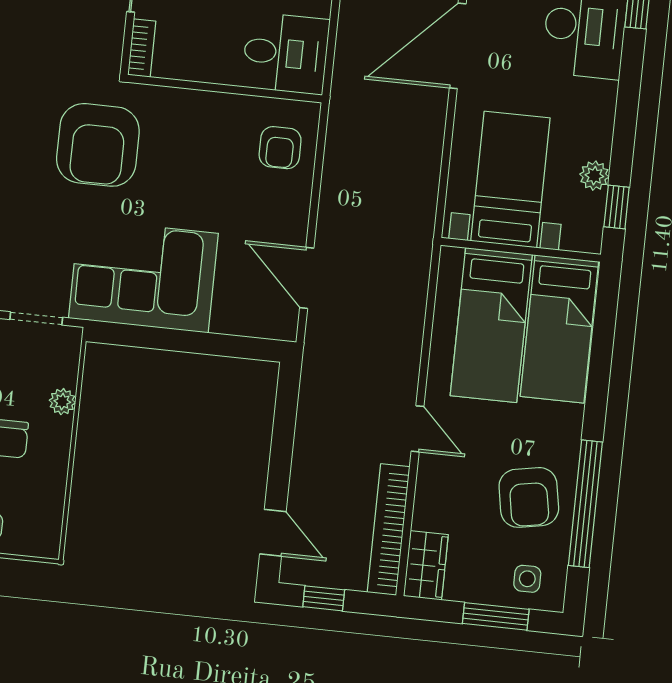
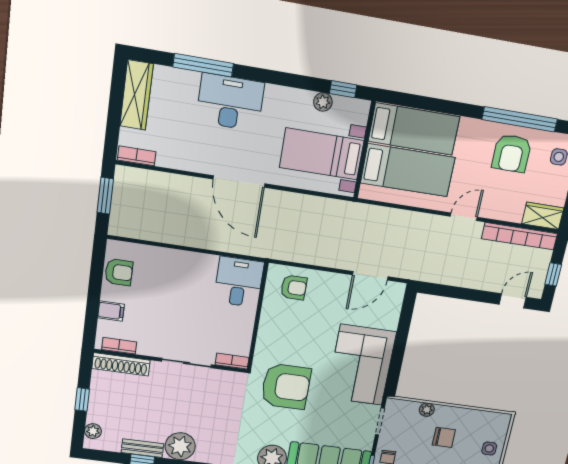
armchair: (529, 497) -> (512, 153), turned 100

